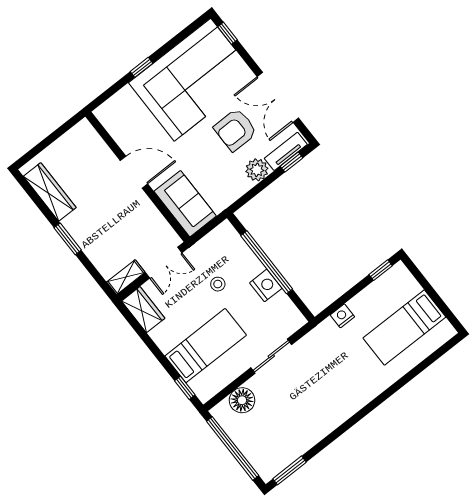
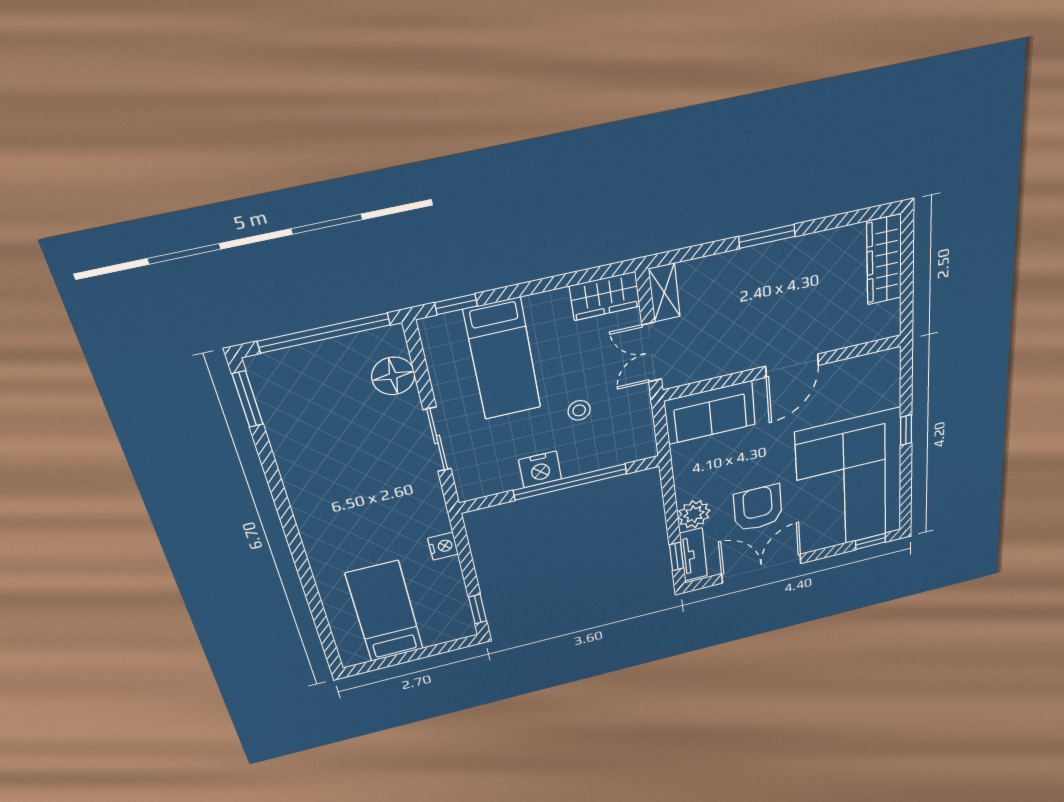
wardrobe: (50, 192) -> (884, 260), moved, turned 90

